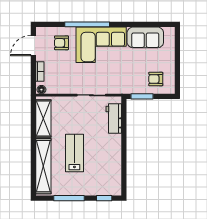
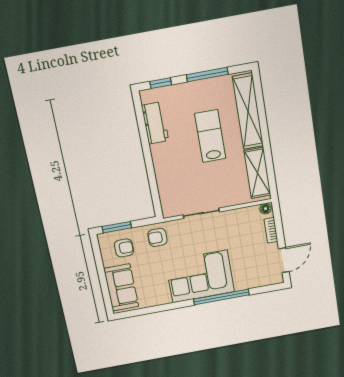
sofa: (145, 37) -> (121, 287), moved, turned 90
armchair: (61, 43) -> (157, 237), moved, turned 180
window: (142, 96) -> (117, 227), moved
workbench: (114, 118) -> (155, 123), moved
lab bench: (74, 153) -> (210, 136), turned 180

